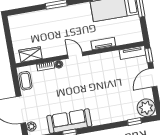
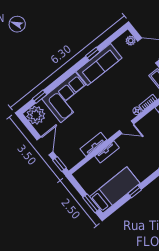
tv unit: (133, 53) -> (93, 144), moved
corner sofa: (111, 108) -> (68, 97), added

